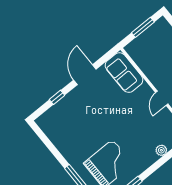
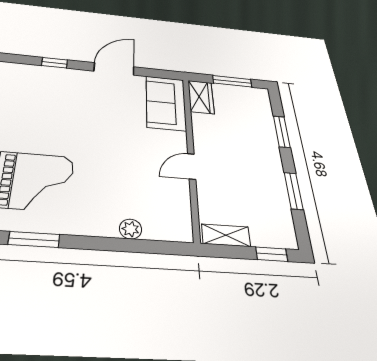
wardrobe: (136, 53) -> (201, 97), added

